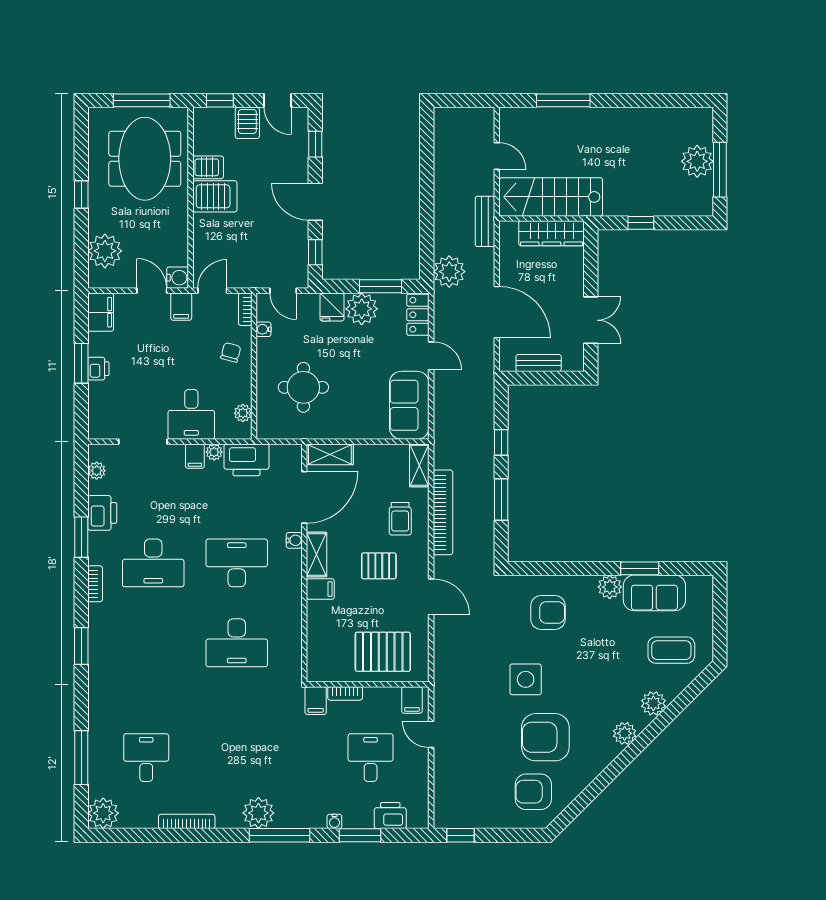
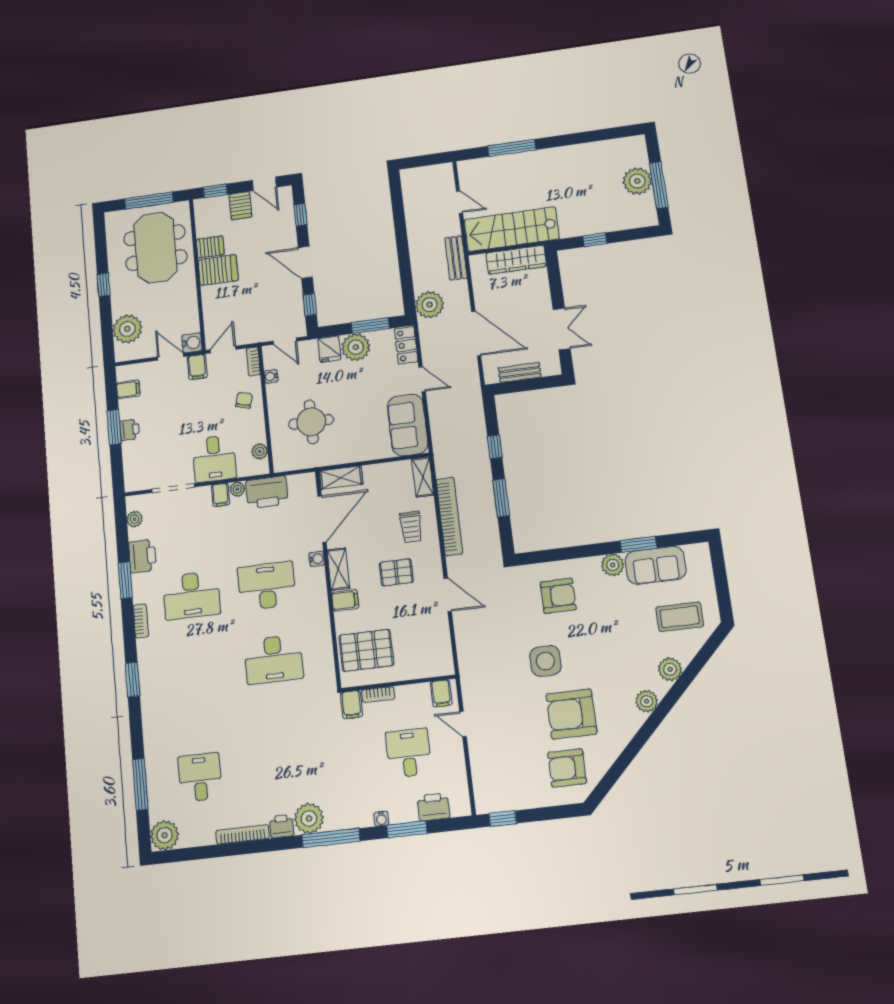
filing cabinet: (101, 312) -> (128, 389), width x0.50
pallet: (383, 652) -> (366, 650), moved
printer: (229, 818) -> (282, 826), added

